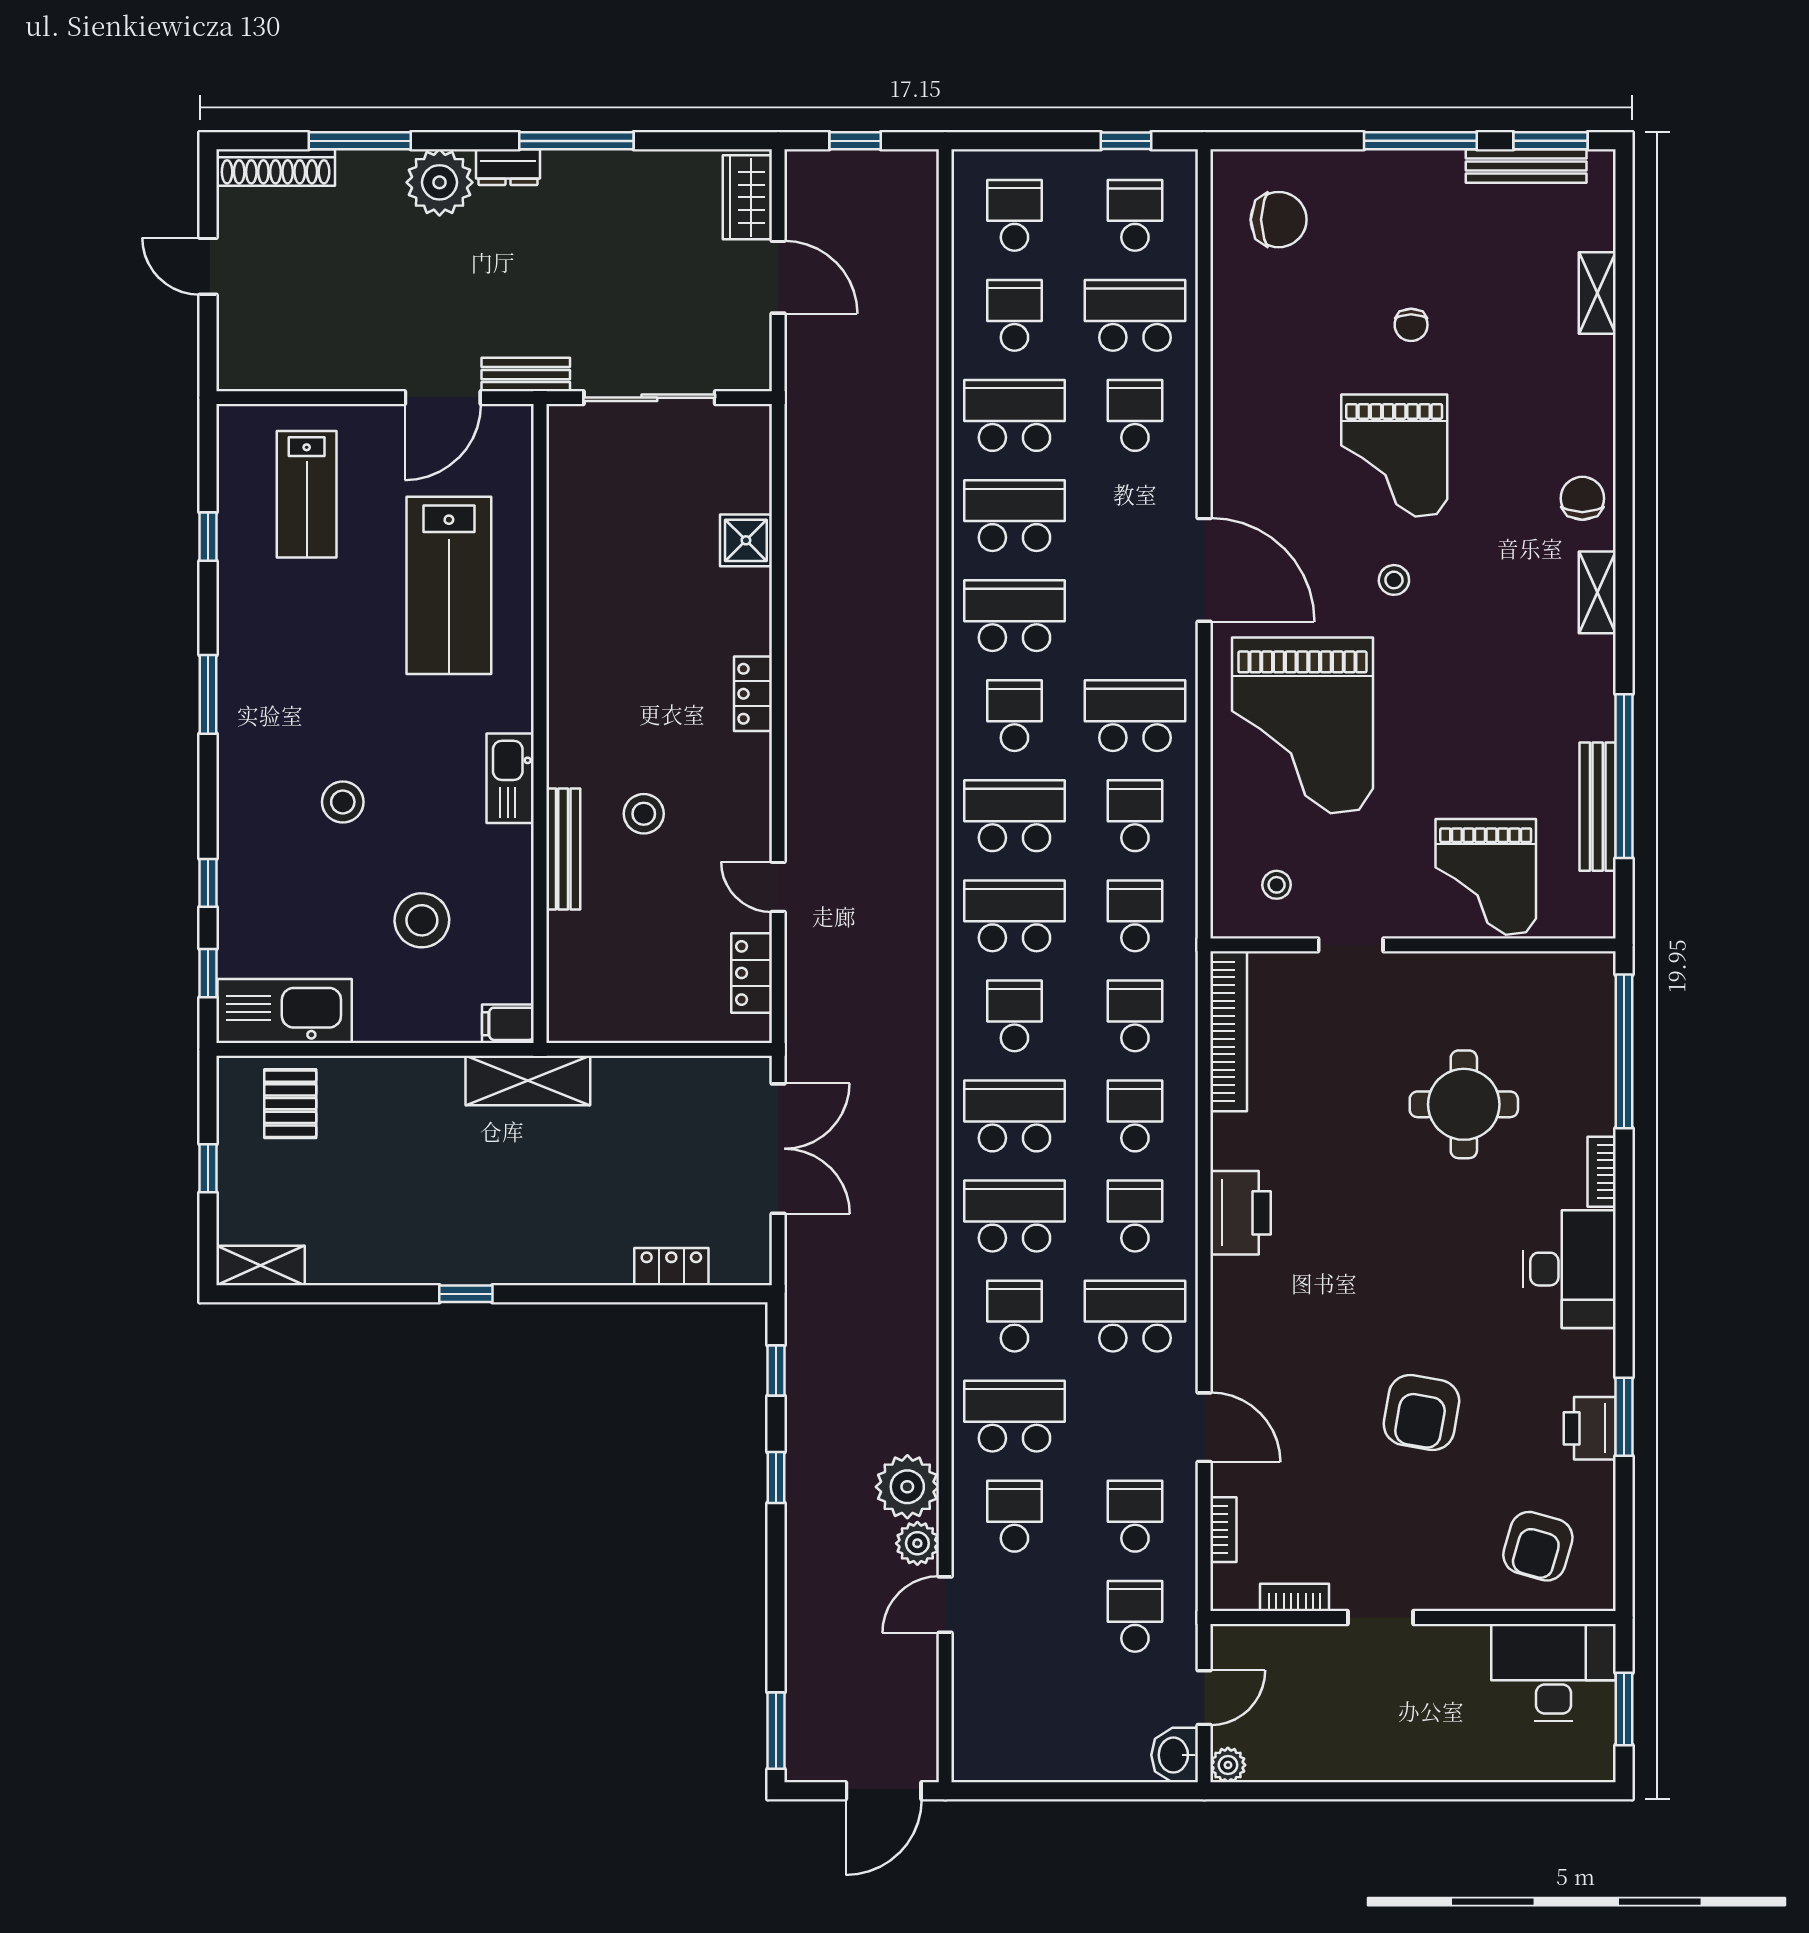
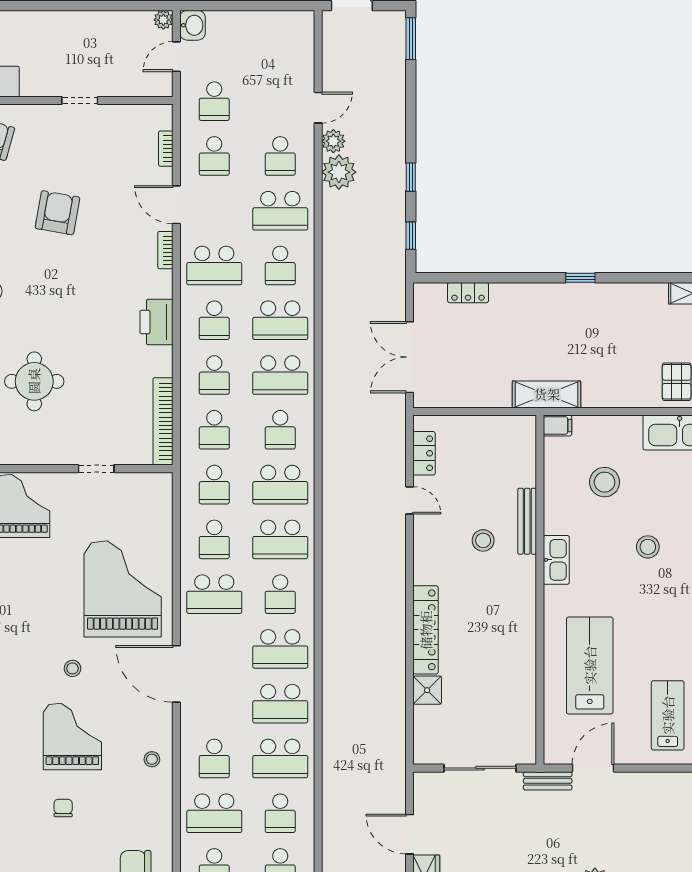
locker: (753, 694) -> (426, 630), width x2.16, depth x1.21
stool: (1277, 885) -> (152, 759), moved
bookcase: (1295, 1597) -> (165, 250), moved, turned 90

